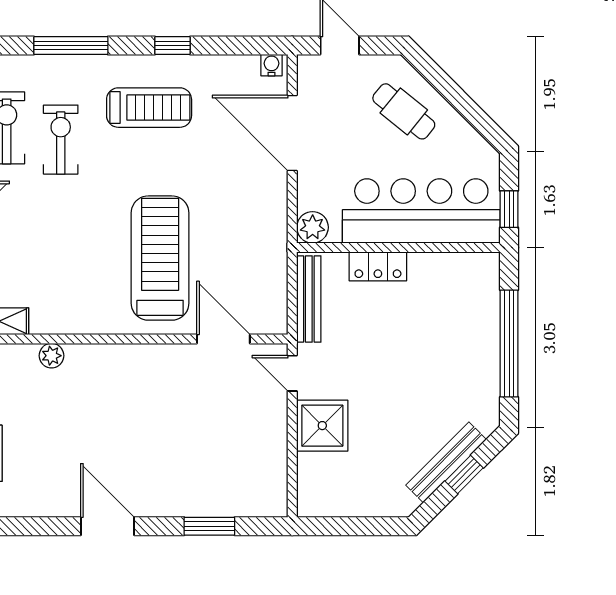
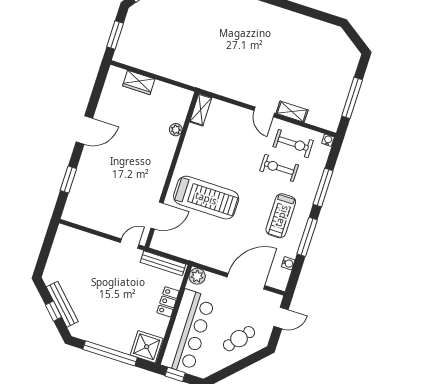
window: (172, 46) -> (307, 237), width x2.17
water cooler: (272, 65) -> (288, 263), moved
exercise bike: (61, 140) -> (279, 168), turned 180
shower: (322, 426) -> (147, 347), moved

